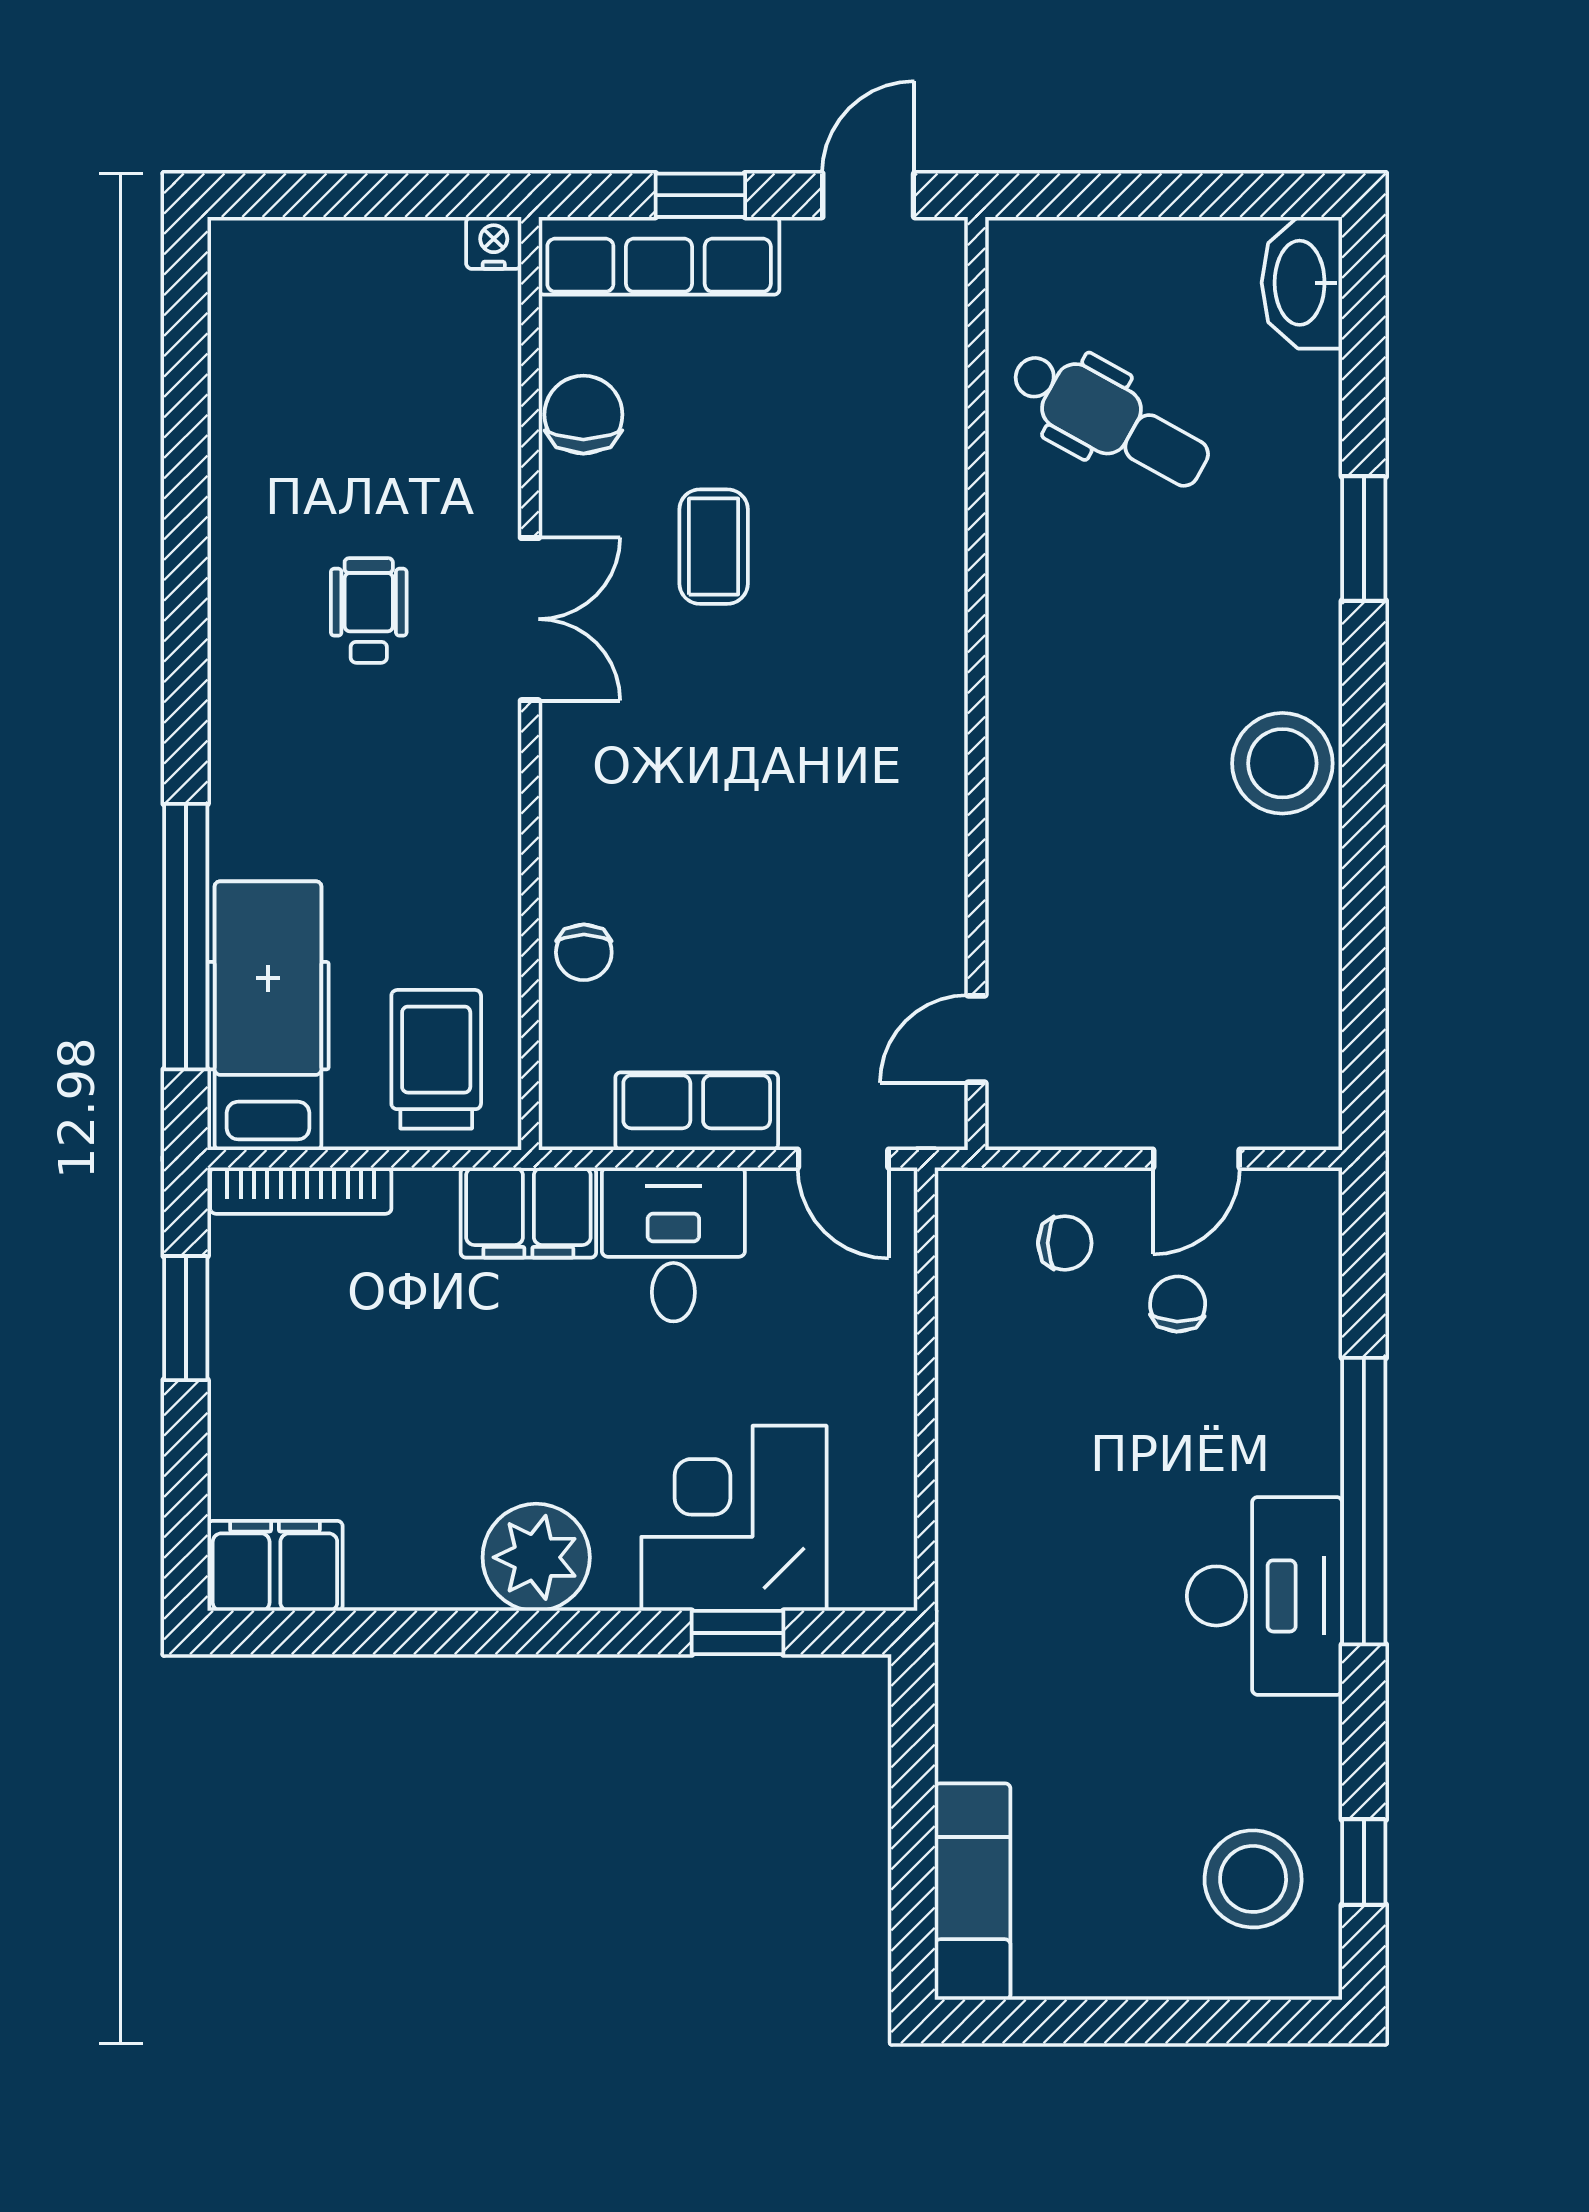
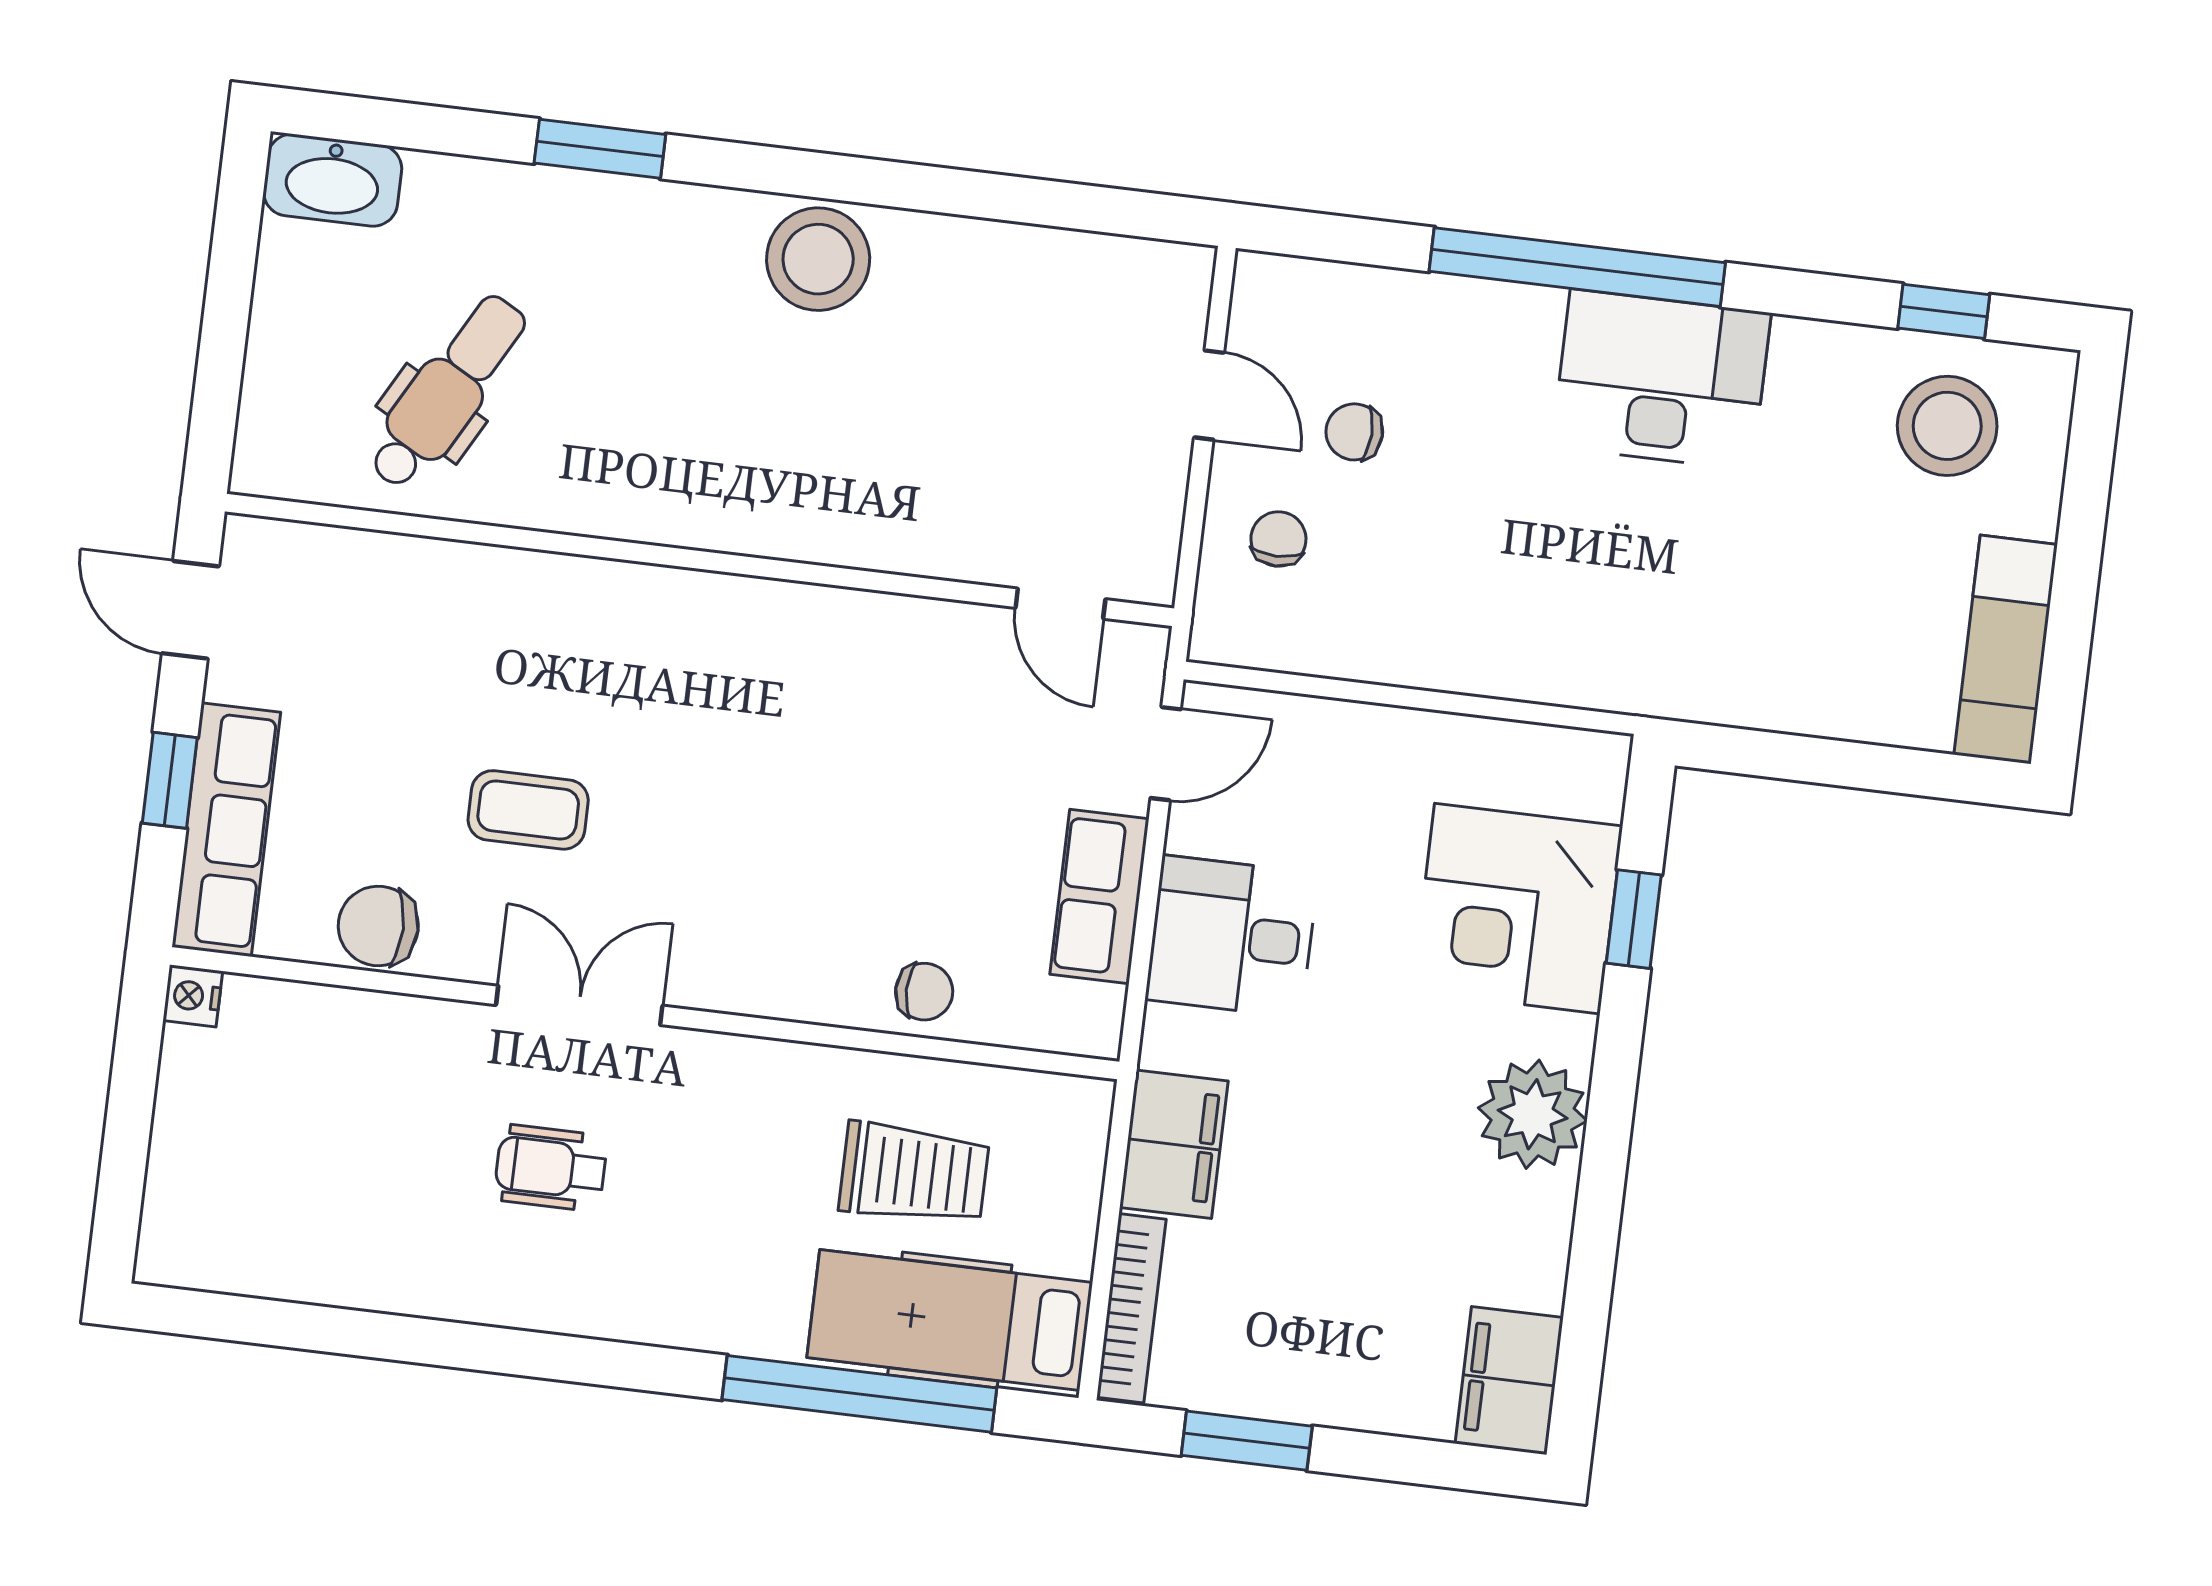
trolley: (436, 1059) -> (914, 1174), moved, turned 180
filing cabinet: (528, 1213) -> (1174, 1144), moved
exam couch: (973, 1892) -> (2006, 650), moved, turned -90

